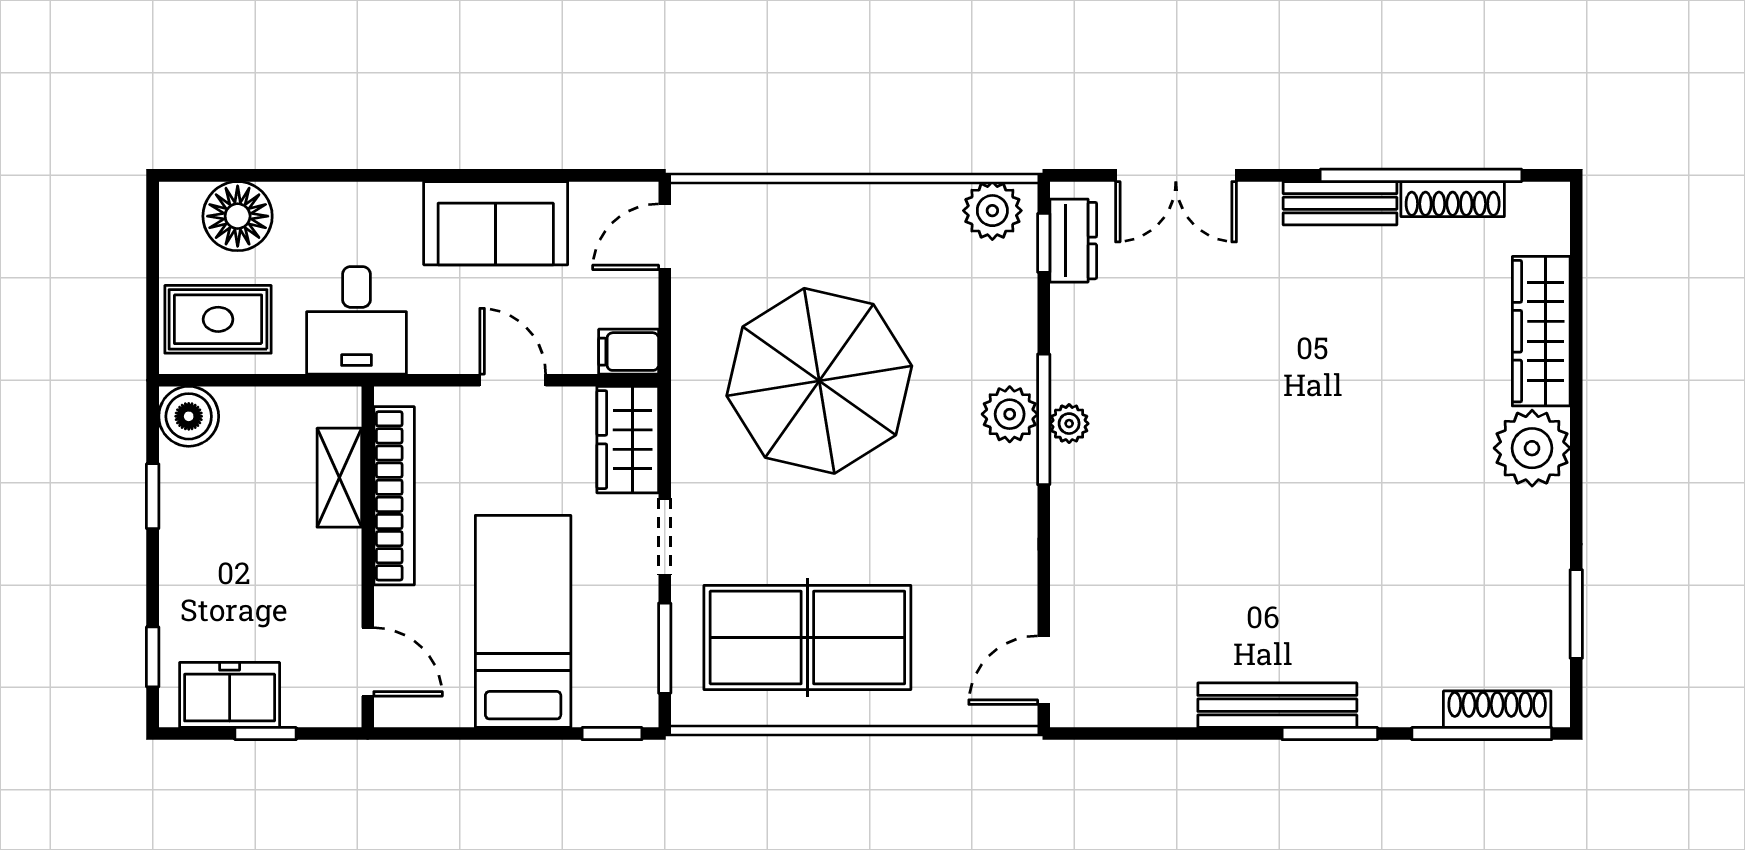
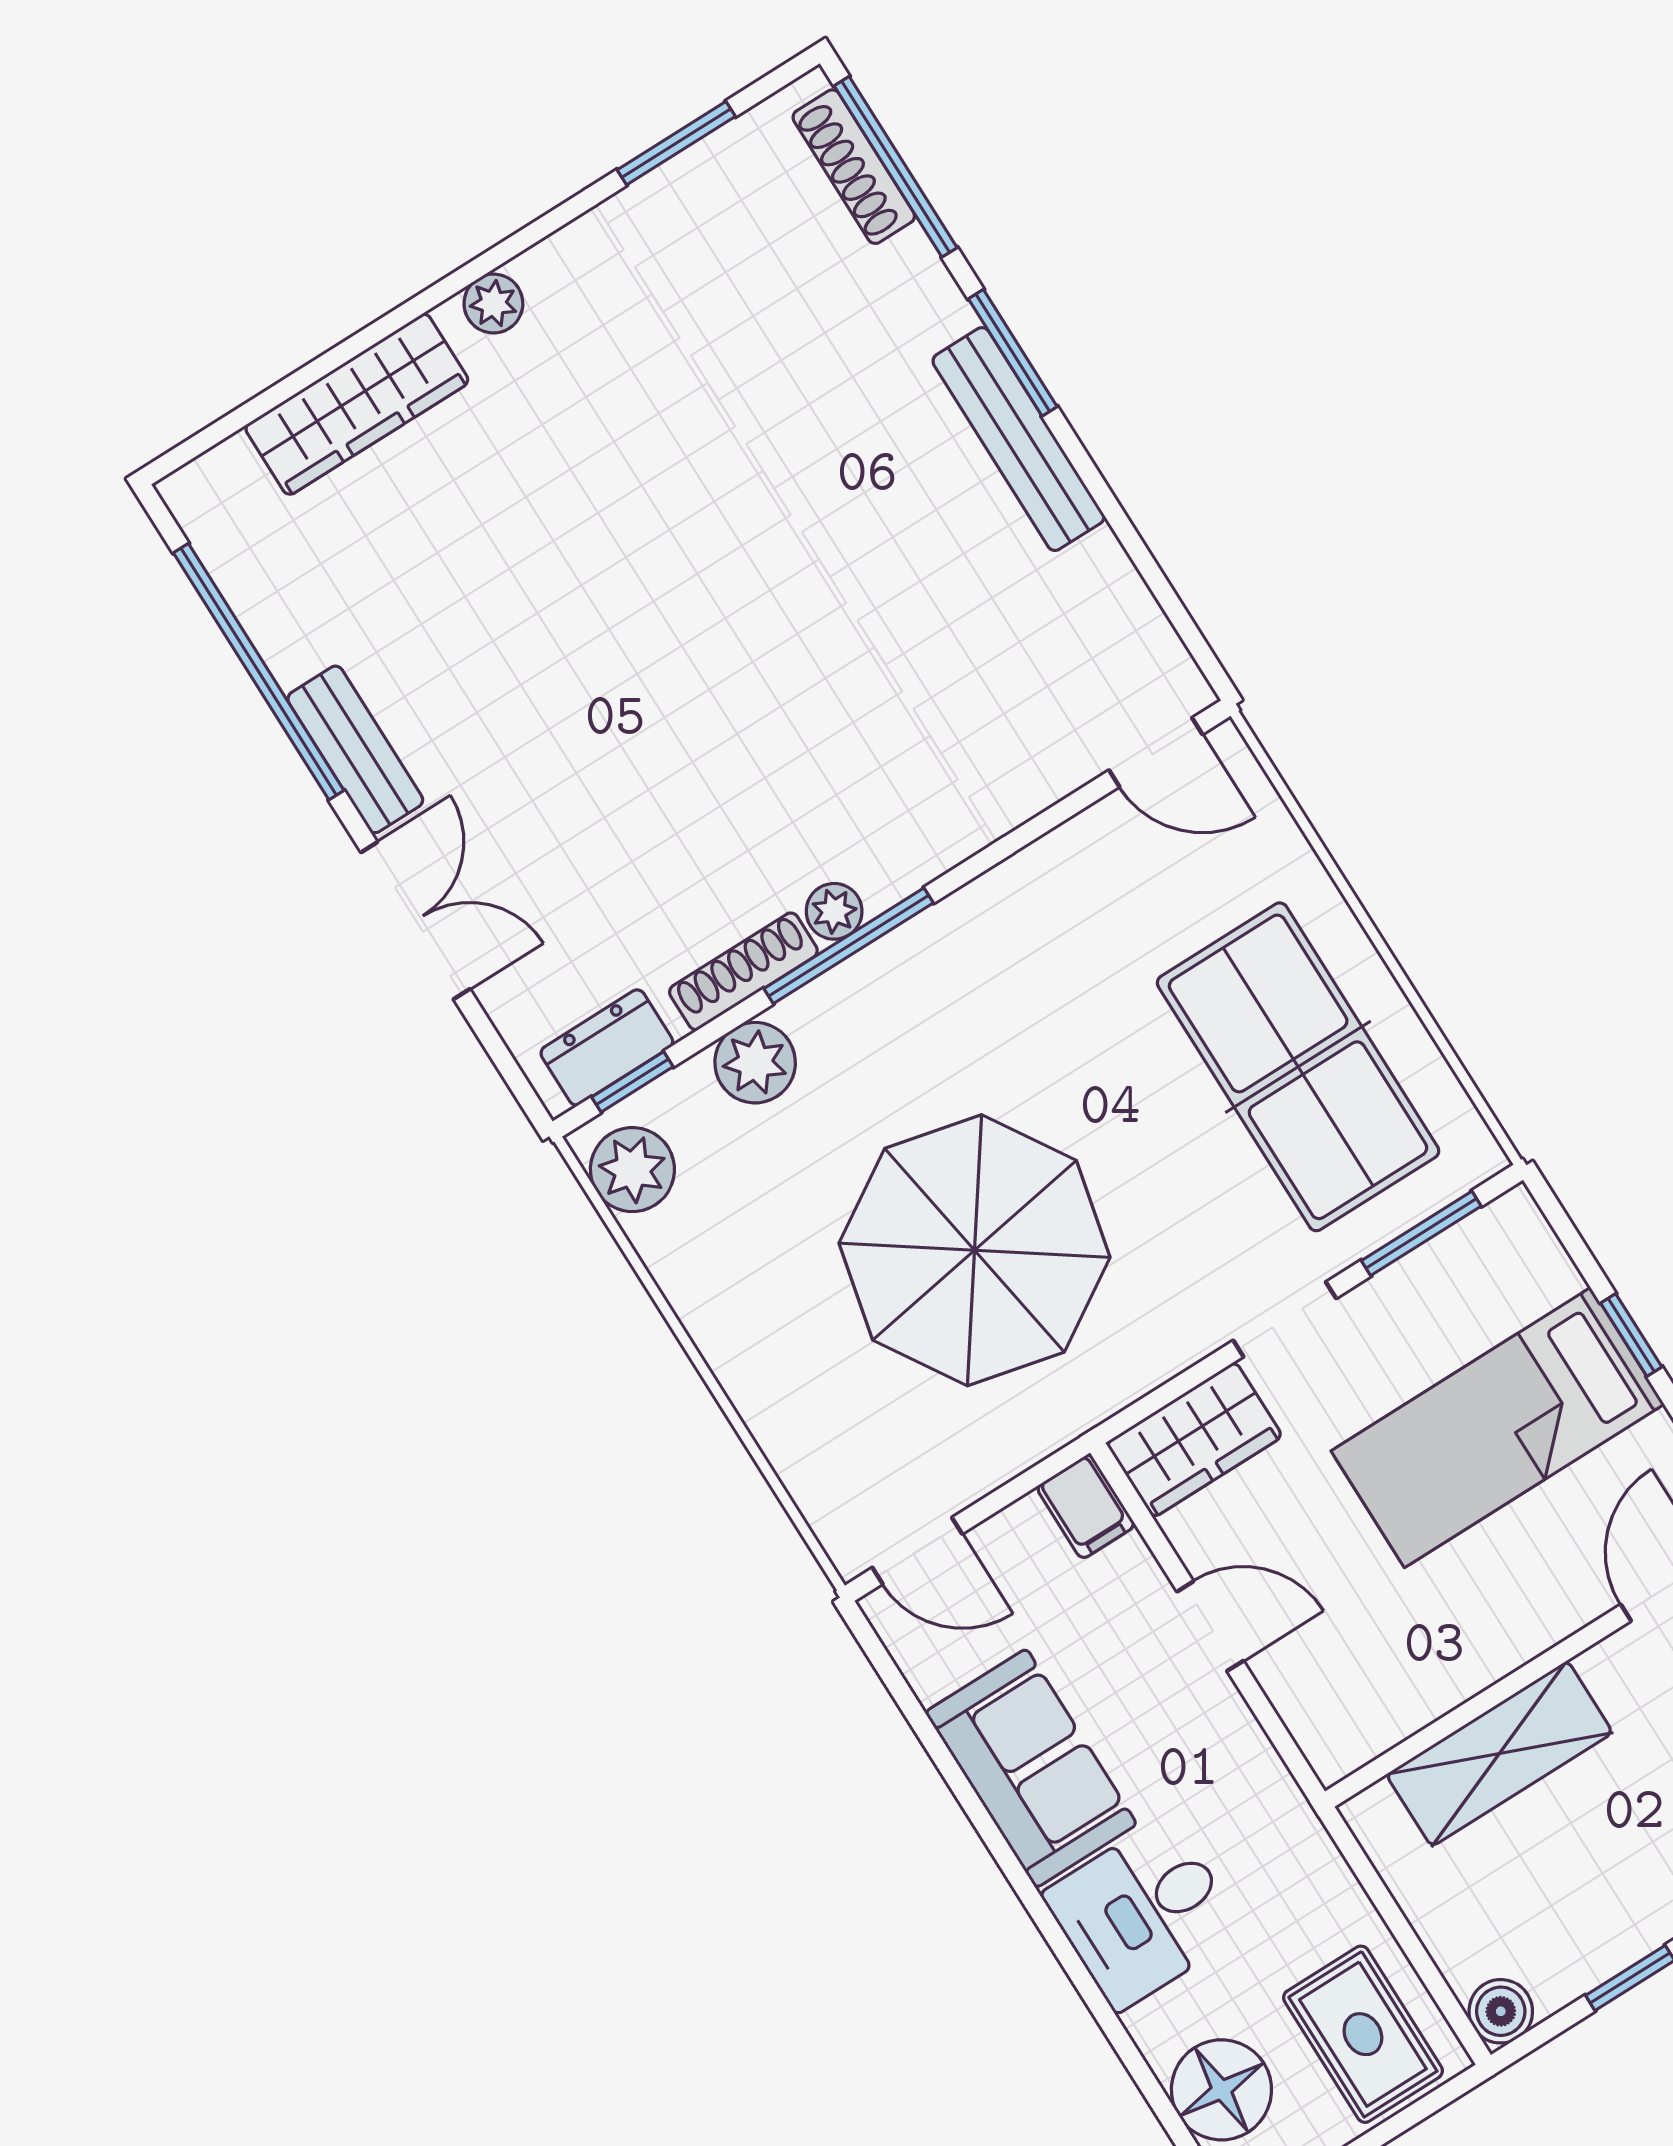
double door: (1176, 175) -> (415, 921), moved
shoe rack: (1453, 199) -> (743, 971), moved, turned -90
desk: (357, 320) -> (1143, 1913), moved, turned 180
door: (513, 380) -> (1210, 1626), swing flipped
plant: (1010, 414) -> (755, 1063), moved
boiler: (189, 416) -> (1501, 2011), width x0.73, depth x0.73
plant: (1532, 448) -> (493, 304), width x0.53, depth x0.53
shelving: (339, 478) -> (1499, 1754), width x1.50, depth x1.33
bookcase: (394, 496) -> (1443, 1682), removed
window: (612, 734) -> (1631, 1335), moved

